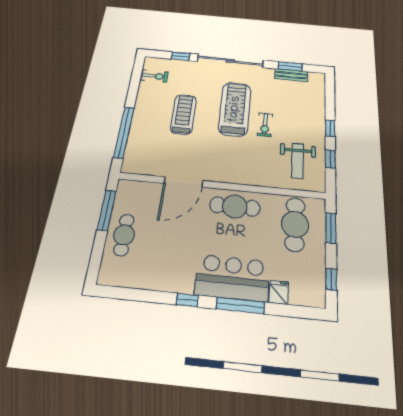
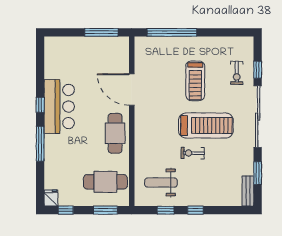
bench: (291, 75) -> (248, 191), moved
exercise bike: (155, 76) -> (237, 73), moved
treadmill: (183, 114) -> (195, 81), turned 90
cafe table: (124, 235) -> (83, 50), removed
bar counter: (232, 278) -> (59, 107), moved
fridge: (279, 292) -> (51, 198), moved, turned -90

